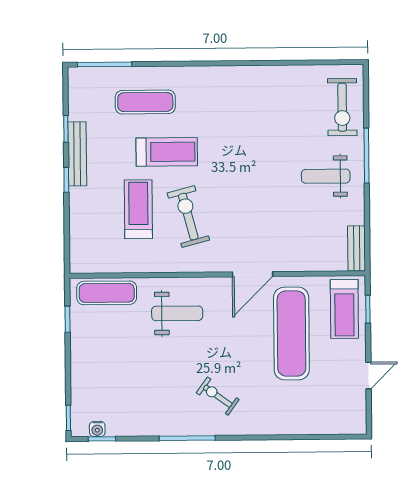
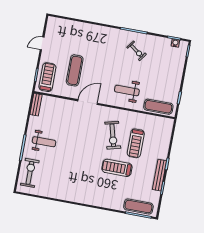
exercise mat: (145, 102) -> (138, 207), moved
exercise mat: (291, 334) -> (75, 70), width x0.73, depth x0.69
exercise bike: (218, 396) -> (137, 51), moved

